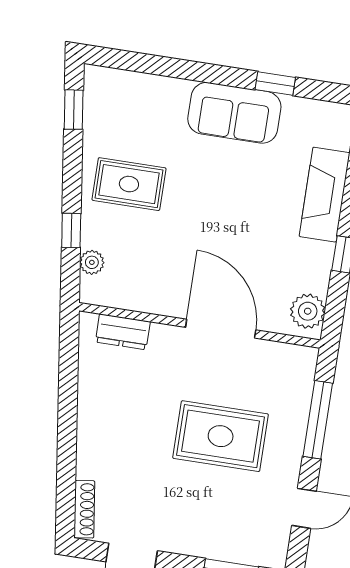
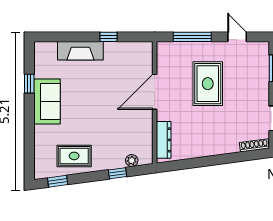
rug: (129, 184) -> (74, 156), moved, turned 90
plant: (308, 311) -> (139, 50), removed
dresser: (123, 332) -> (164, 140), width x1.44

